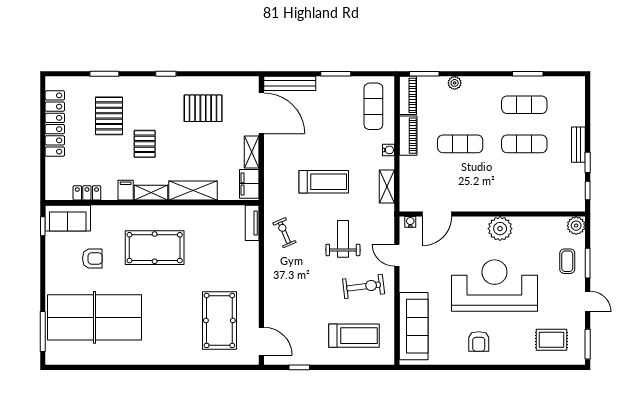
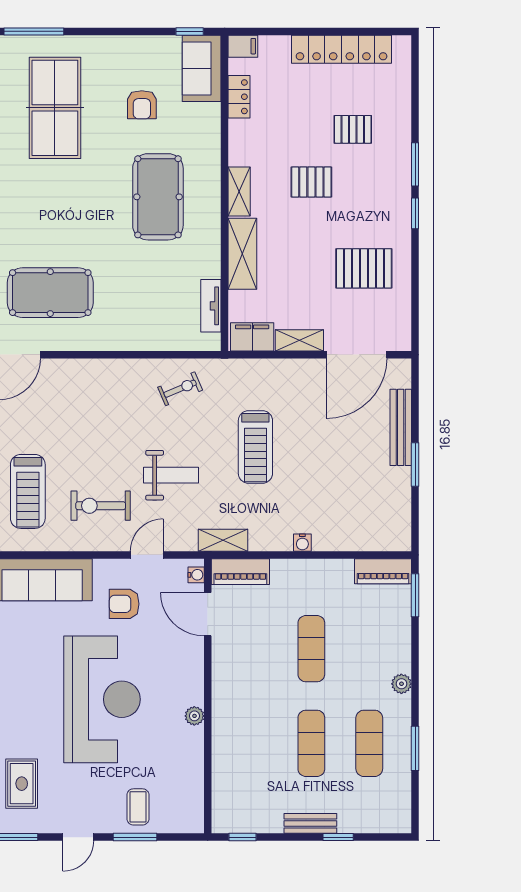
window: (104, 74) -> (415, 164), moved
bench: (290, 83) -> (401, 427), moved
plant: (455, 83) -> (401, 684), moved
exercise mat: (373, 106) -> (367, 520), removed
pallet: (203, 108) -> (364, 268), turned 90
pallet: (109, 116) -> (353, 129), width x0.67, depth x0.71
piano: (408, 136) -> (240, 572), moved
window: (588, 162) -> (338, 837), moved
shelving: (387, 187) -> (223, 540), moved
filing cabinet: (126, 190) -> (243, 46), moved
tv unit: (252, 223) -> (211, 306), moved, turned -90
plant: (576, 226) -> (191, 820), removed
plant: (500, 229) -> (194, 716), width x0.53, depth x0.53
coffee table: (567, 261) -> (138, 807), turned 90
exercise bike: (364, 286) -> (101, 506), turned 97
table tennis table: (94, 317) -> (55, 108), width x0.73, depth x0.76
armchair: (479, 341) -> (124, 604), moved

